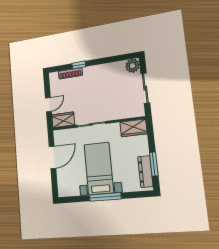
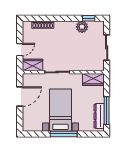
window: (79, 65) -> (89, 18), moved
plant: (133, 66) -> (82, 27), moved
window: (154, 164) -> (107, 111), width x1.44

